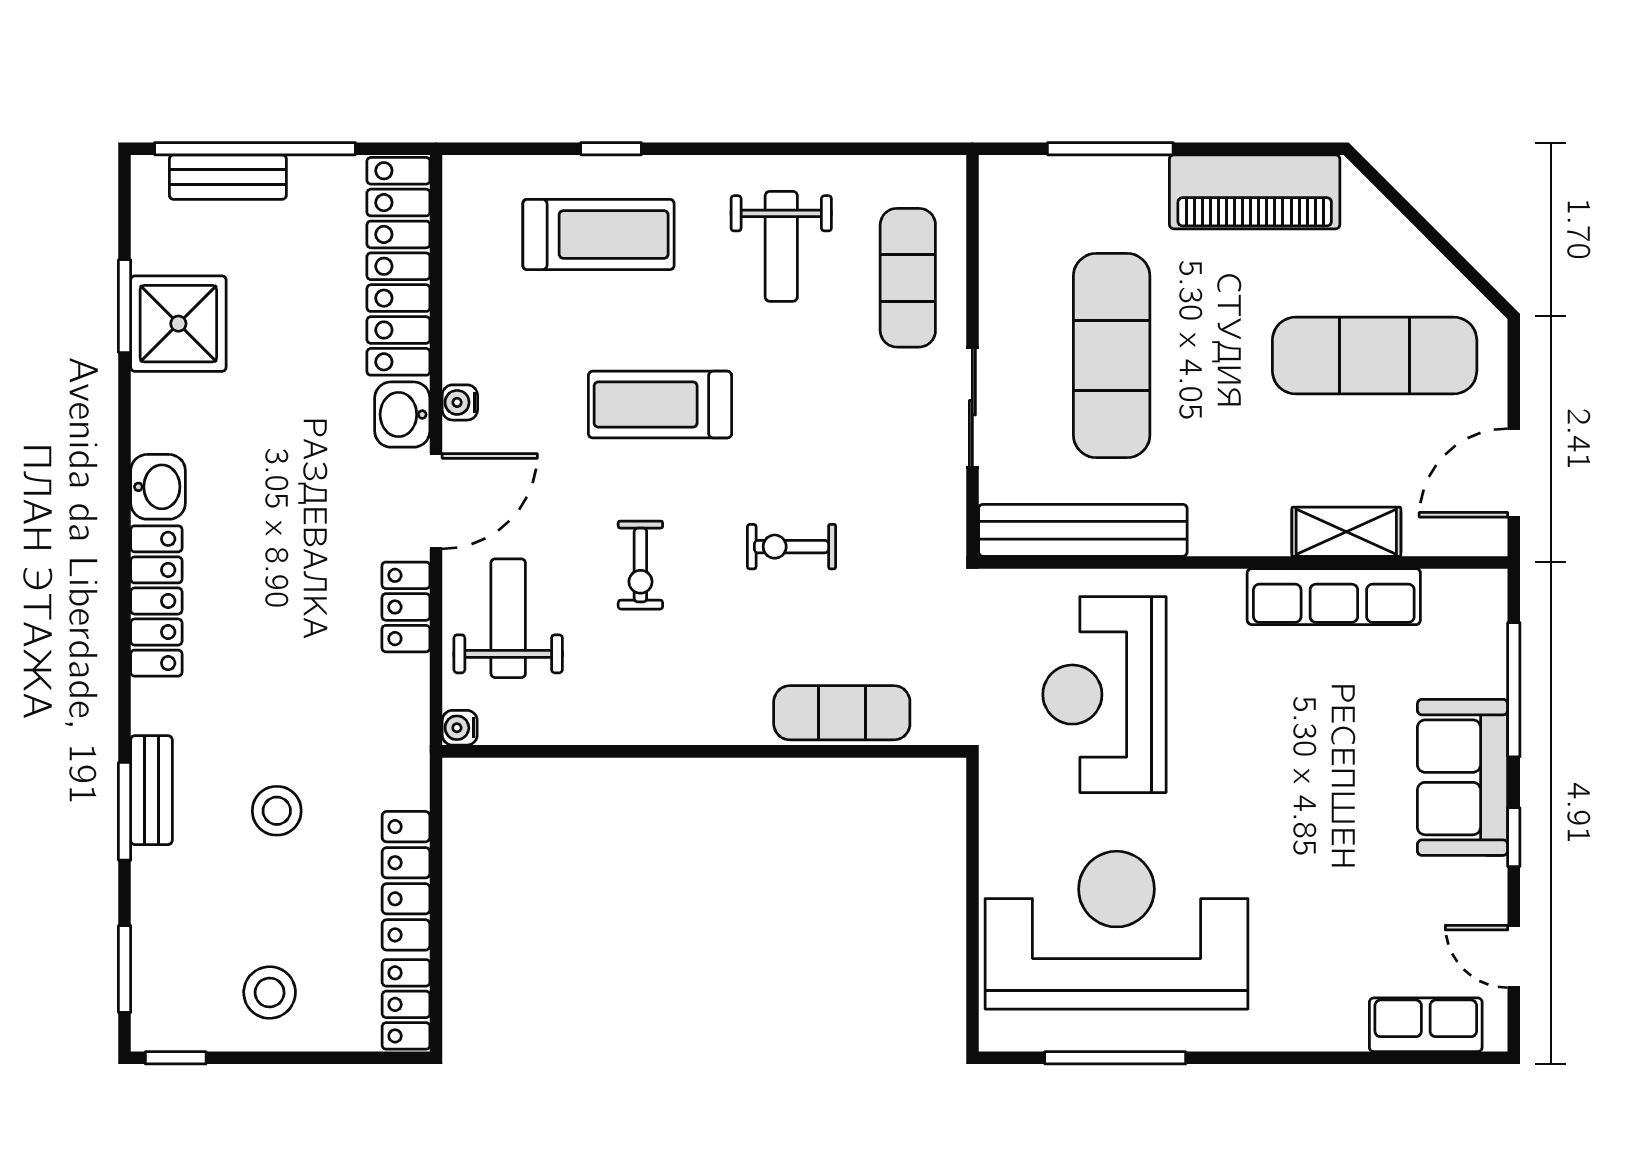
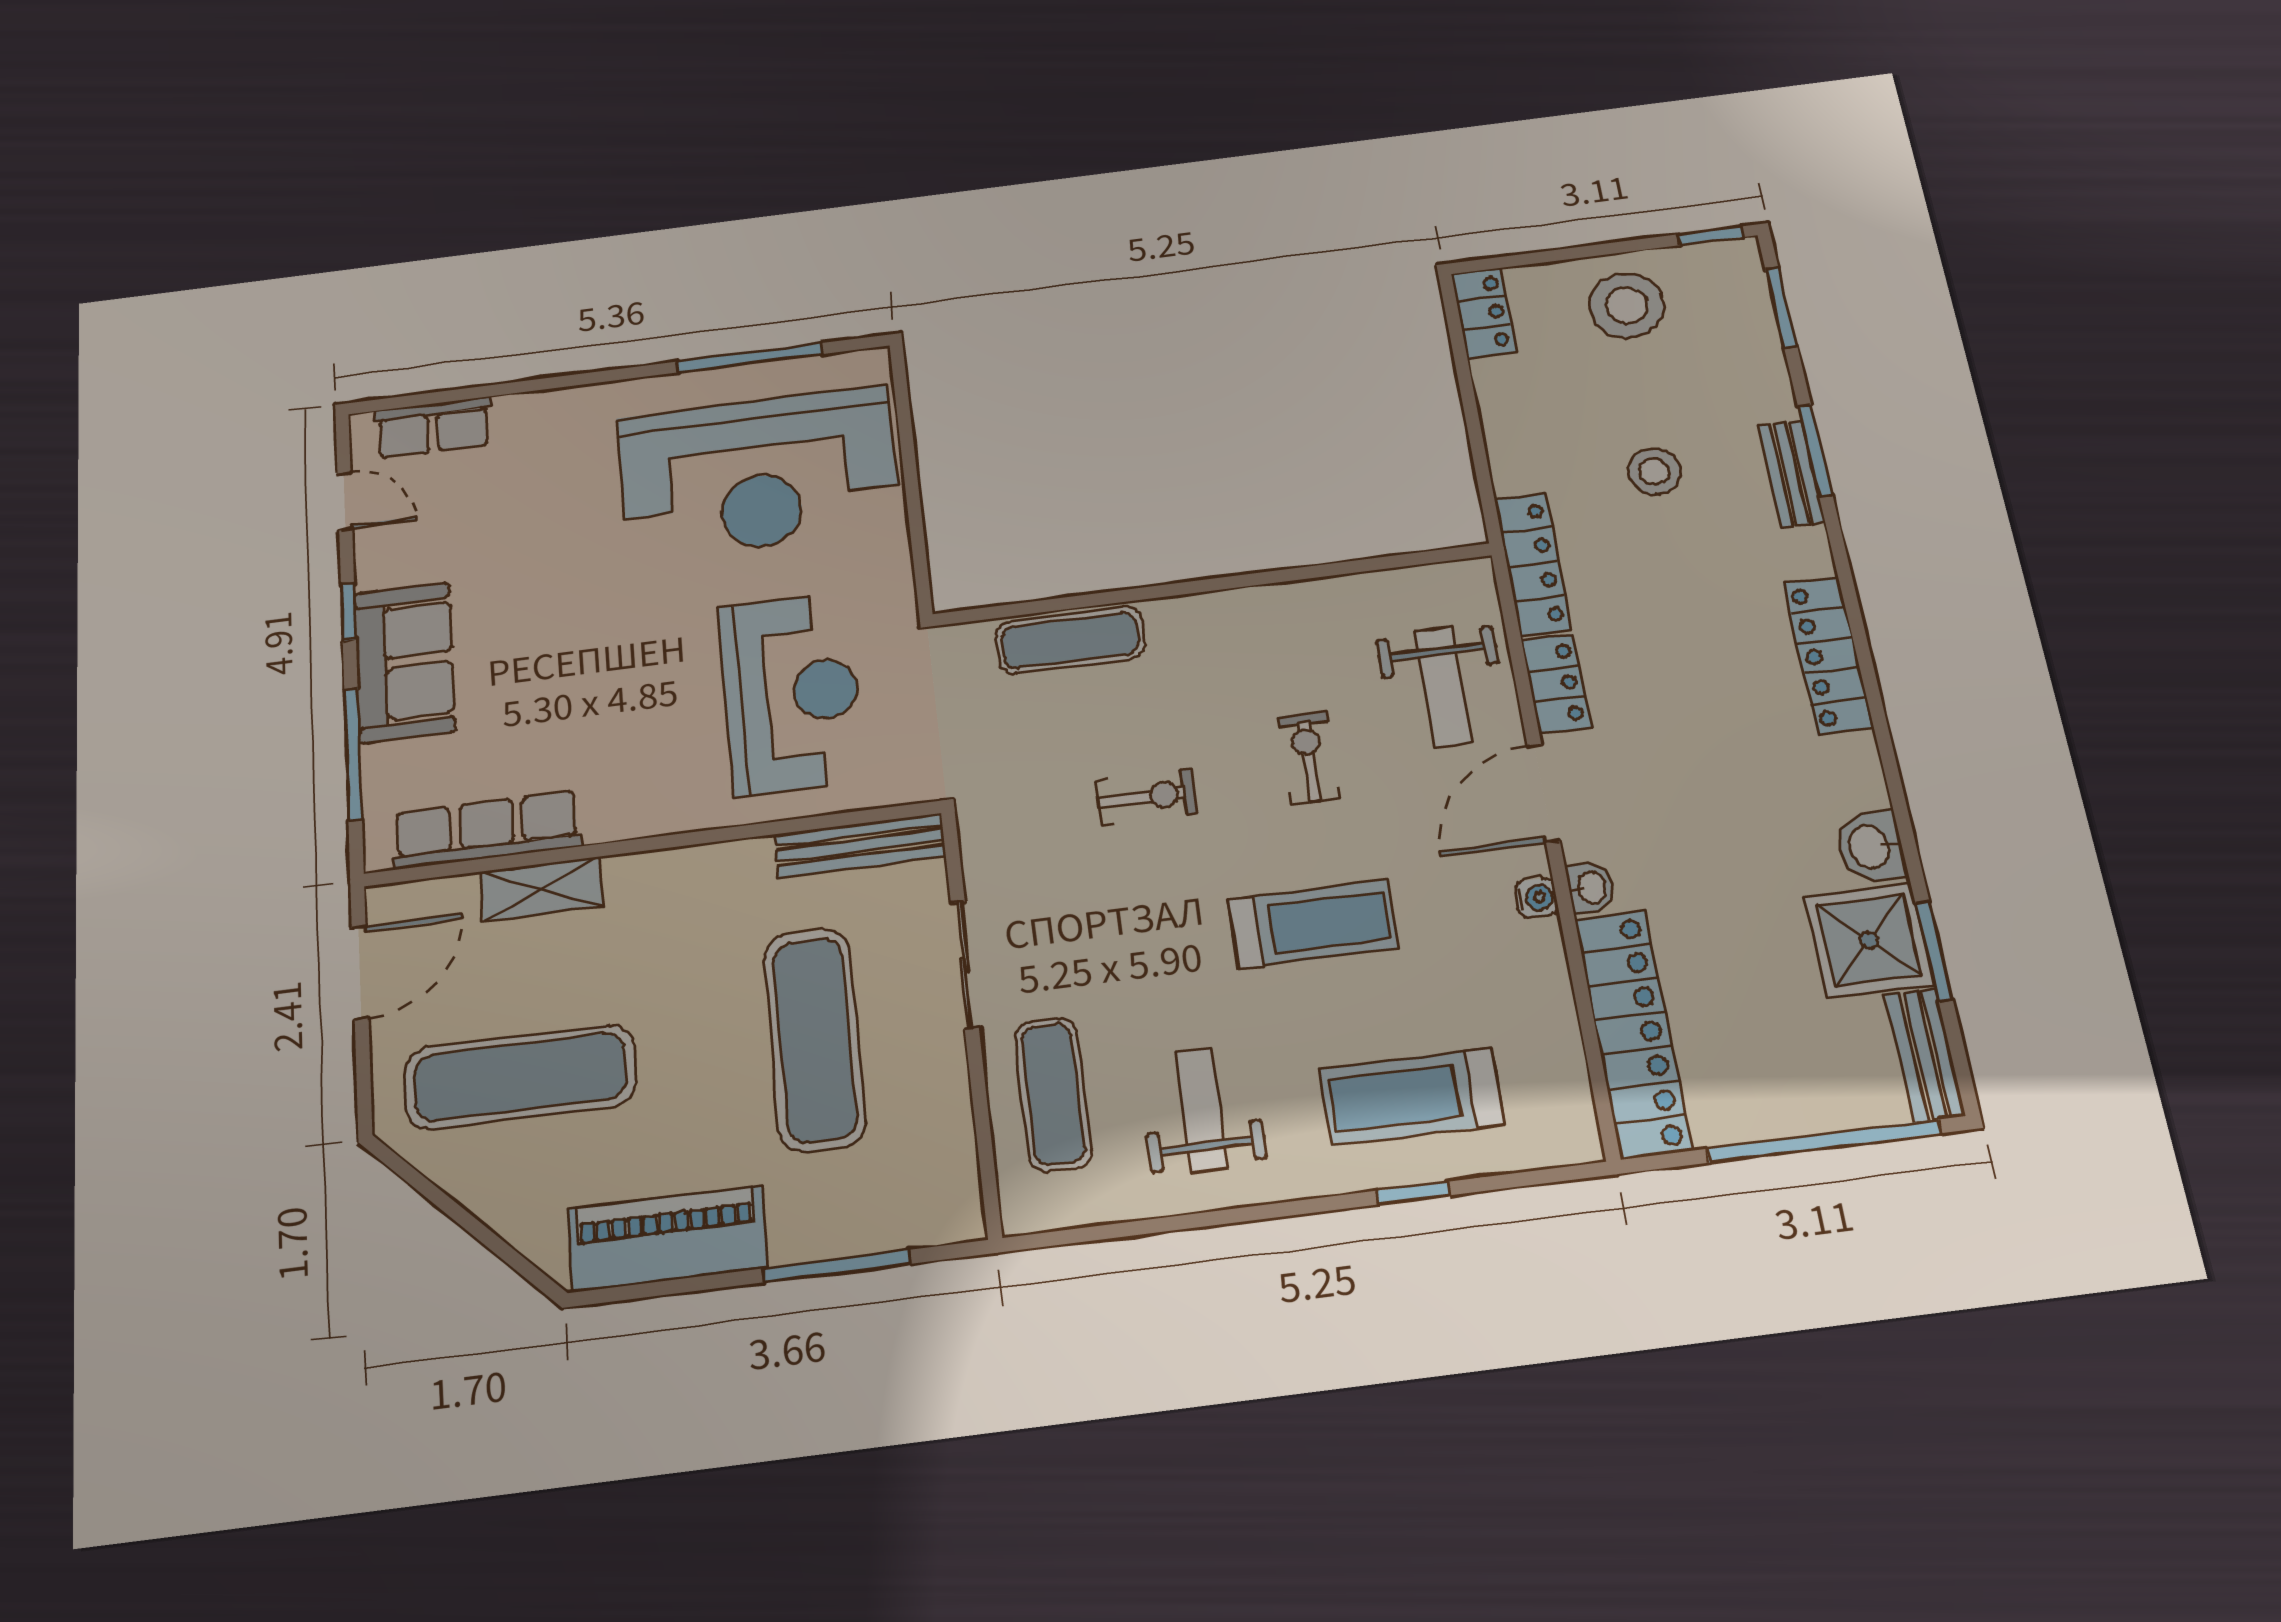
bench: (228, 177) -> (1925, 1055), moved, turned 90
washbasin: (402, 415) -> (1590, 888), width x0.72, depth x0.69
washbasin: (158, 487) -> (1871, 846), moved
bench: (1083, 530) -> (860, 845), width x0.73, depth x0.82
row of seats: (1334, 597) -> (487, 830), moved
water cooler: (460, 728) -> (1476, 574), removed
locker: (406, 881) -> (1533, 564), moved
stool: (270, 992) -> (1627, 305), width x1.38, depth x1.38

